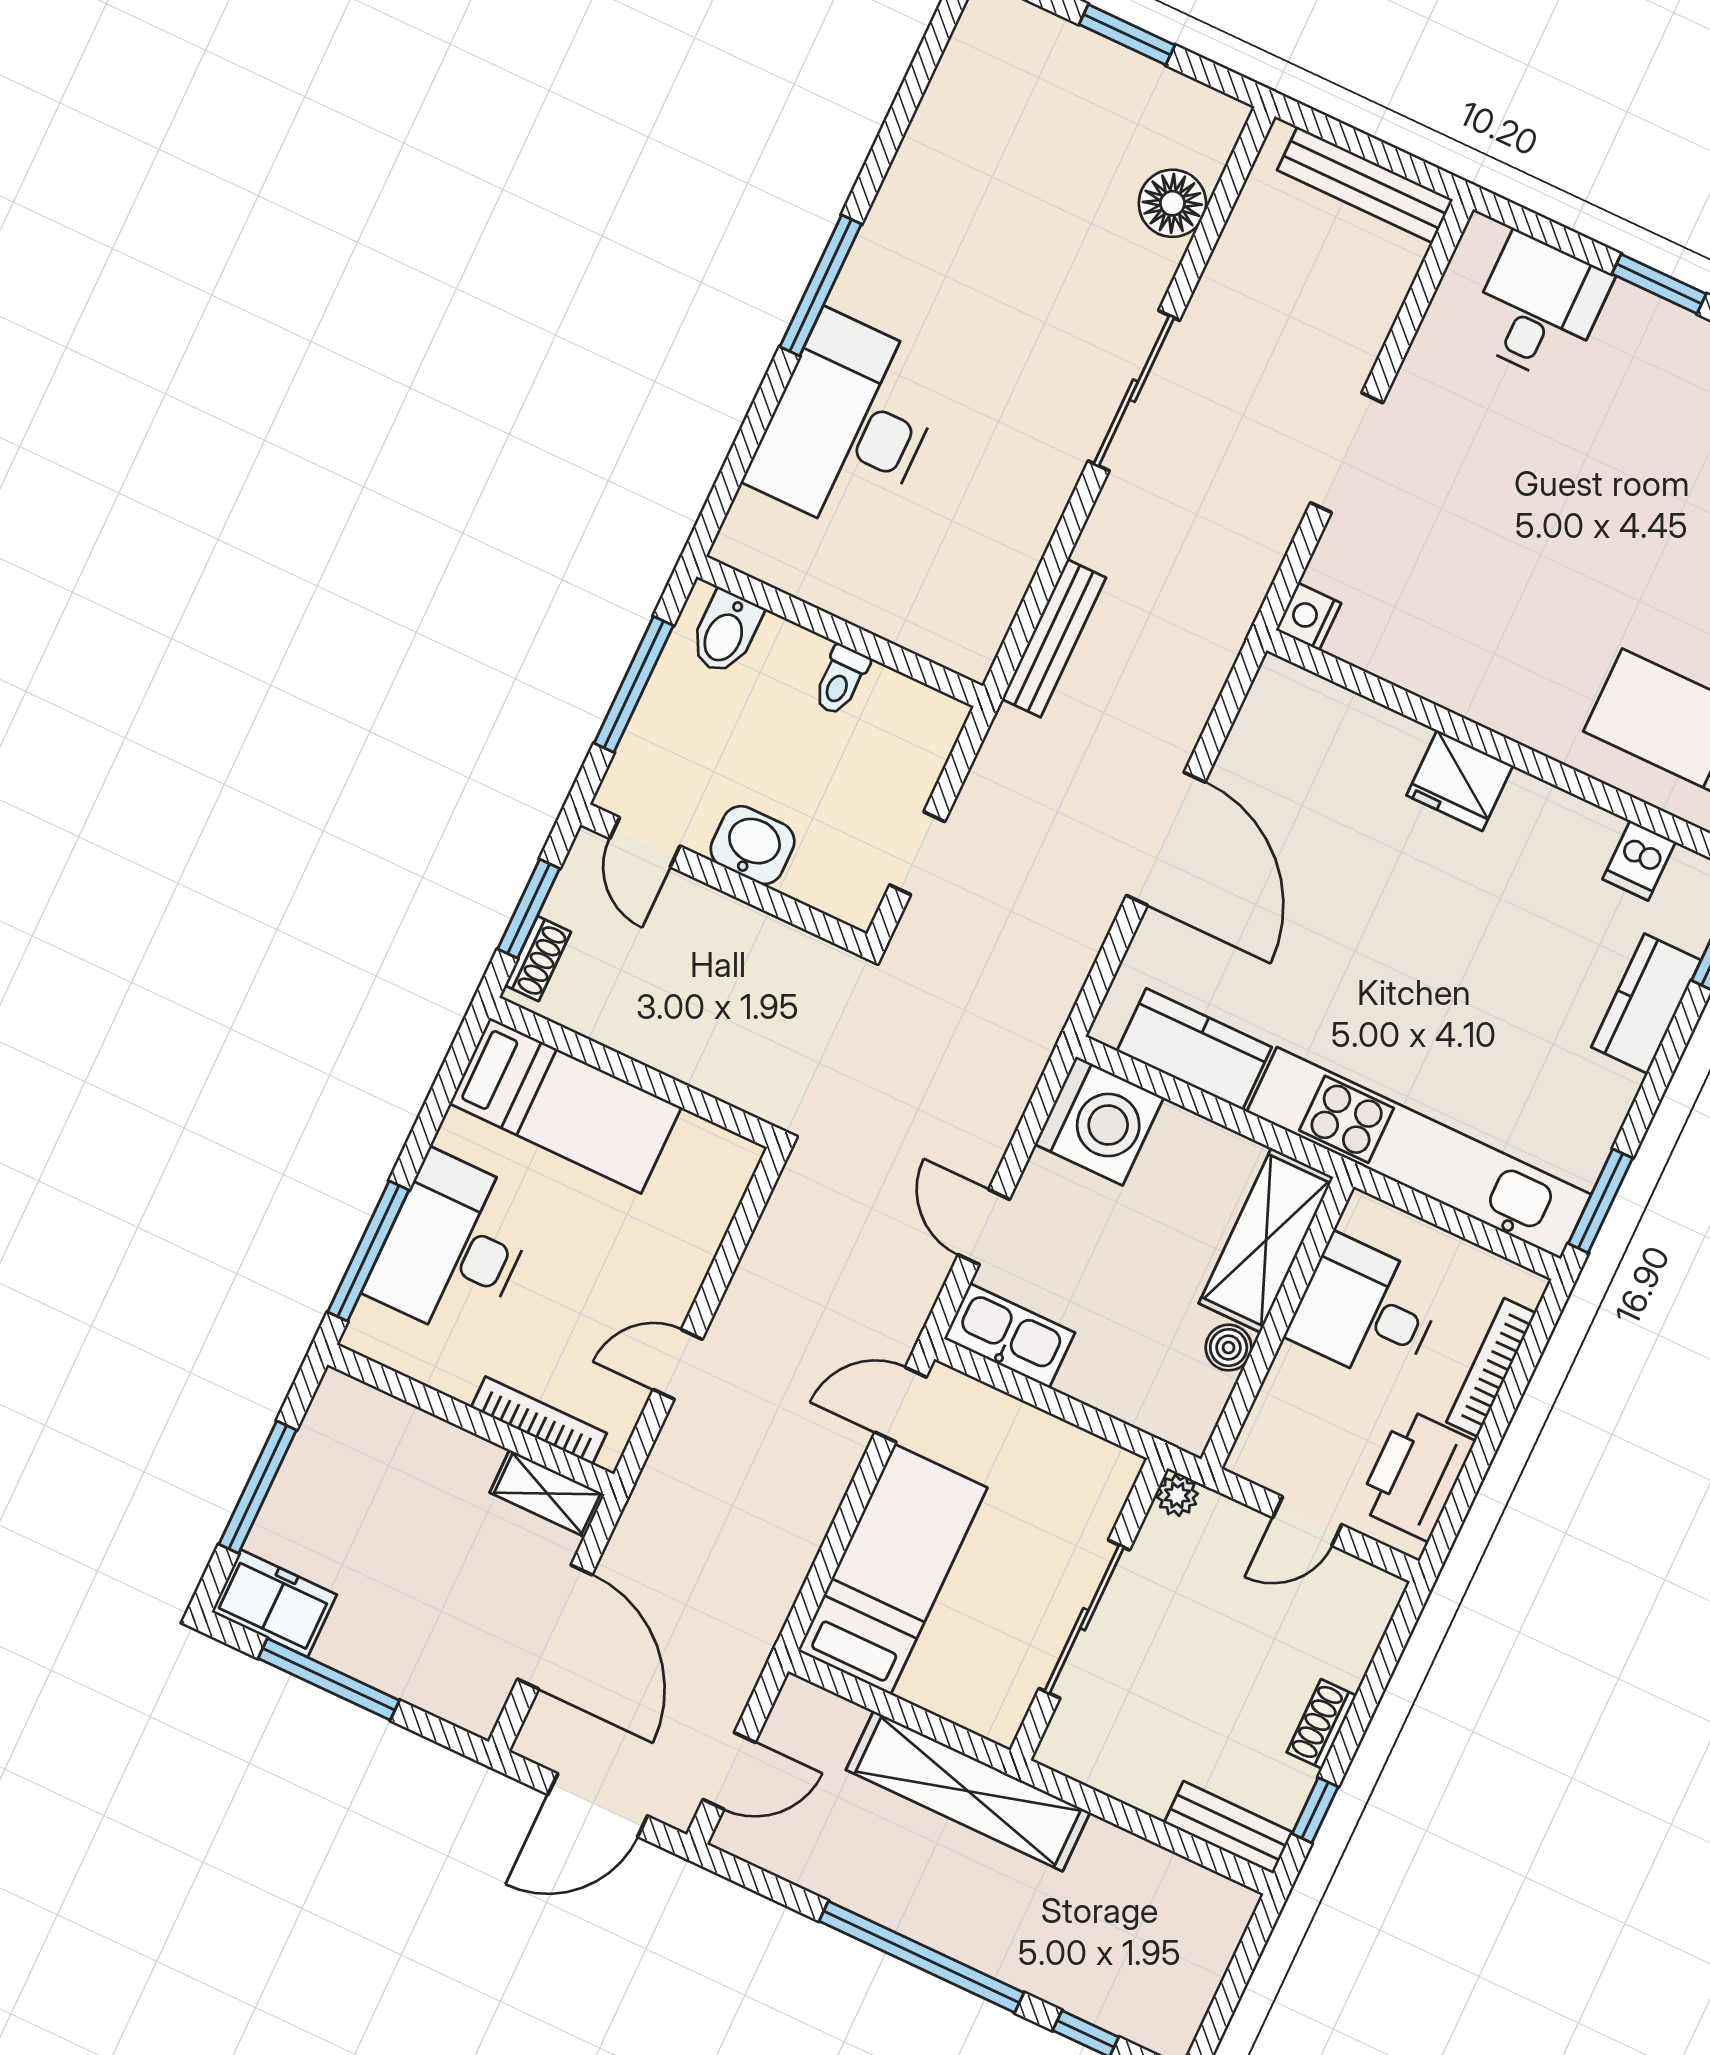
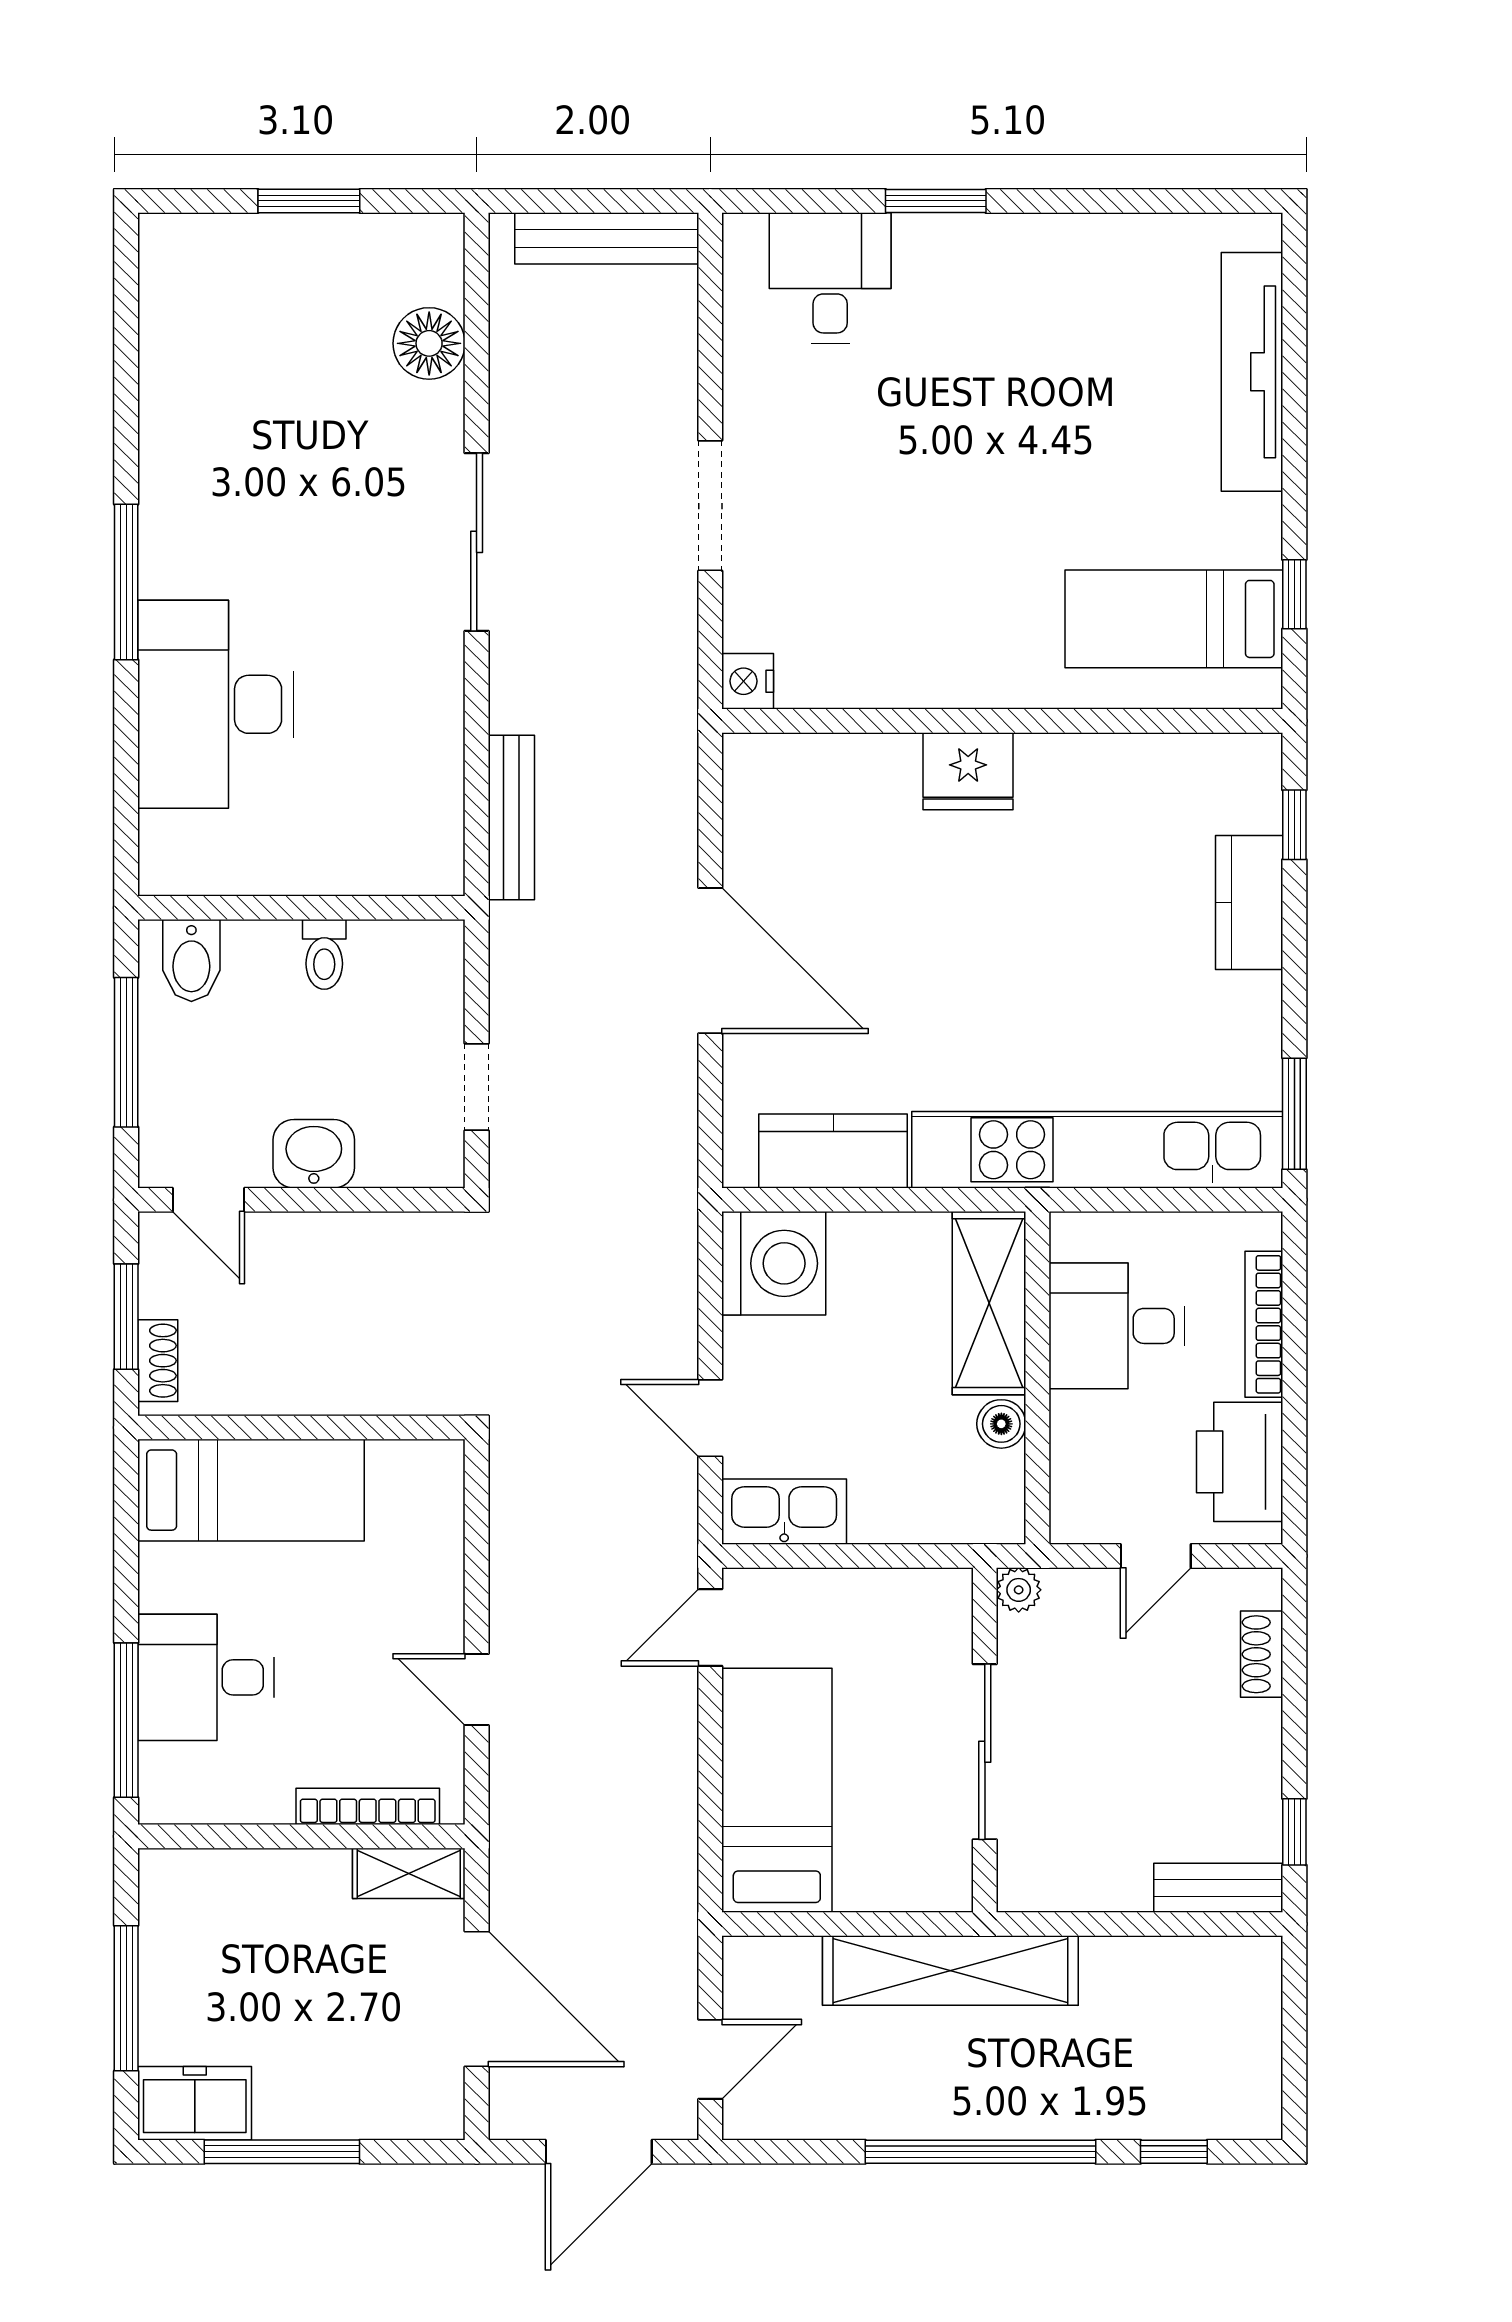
dishwasher: (1639, 860) -> (1178, 767), removed
desk: (453, 1247) -> (206, 1677), width x0.73
door: (678, 1364) -> (477, 1689), hinge flipped
shoe rack: (1322, 1724) -> (1262, 1654), moved

